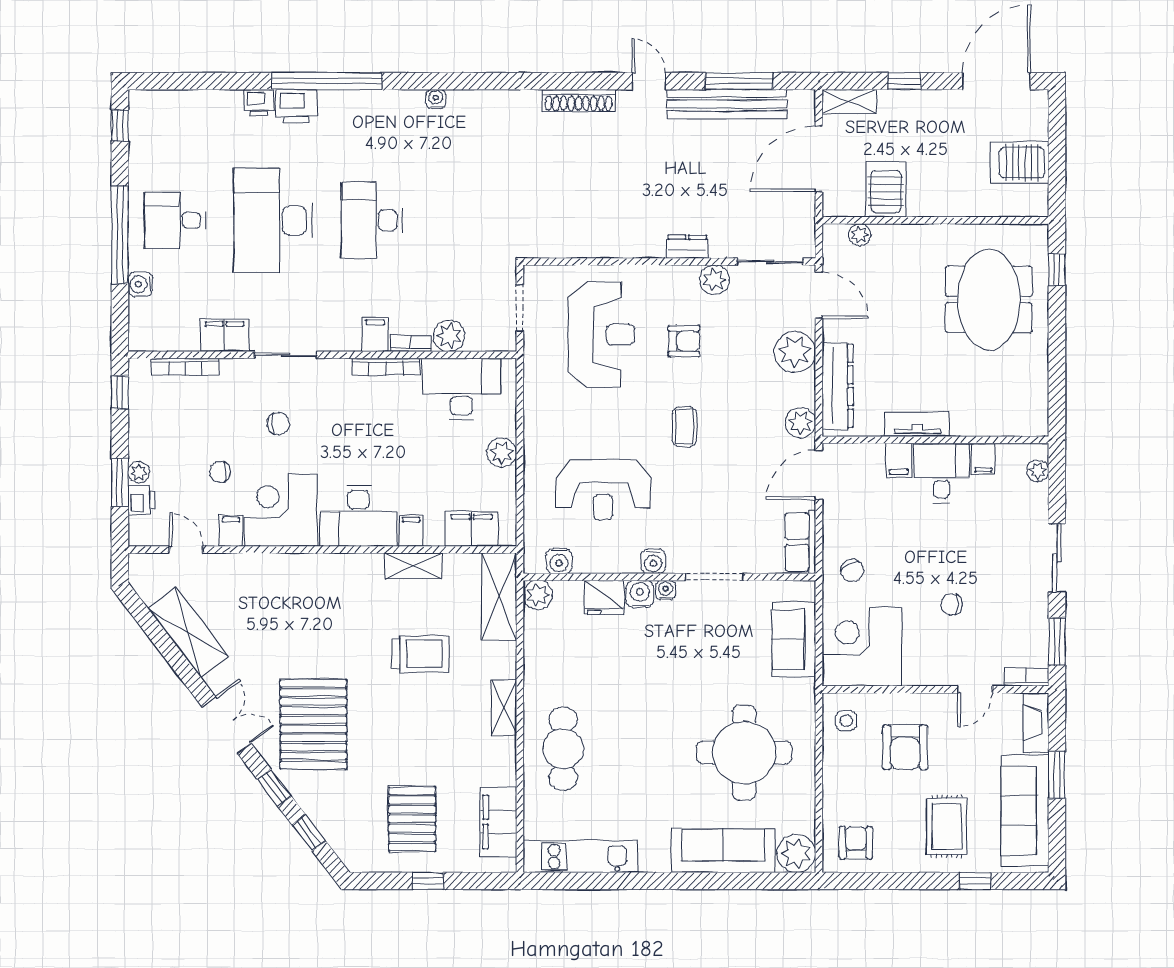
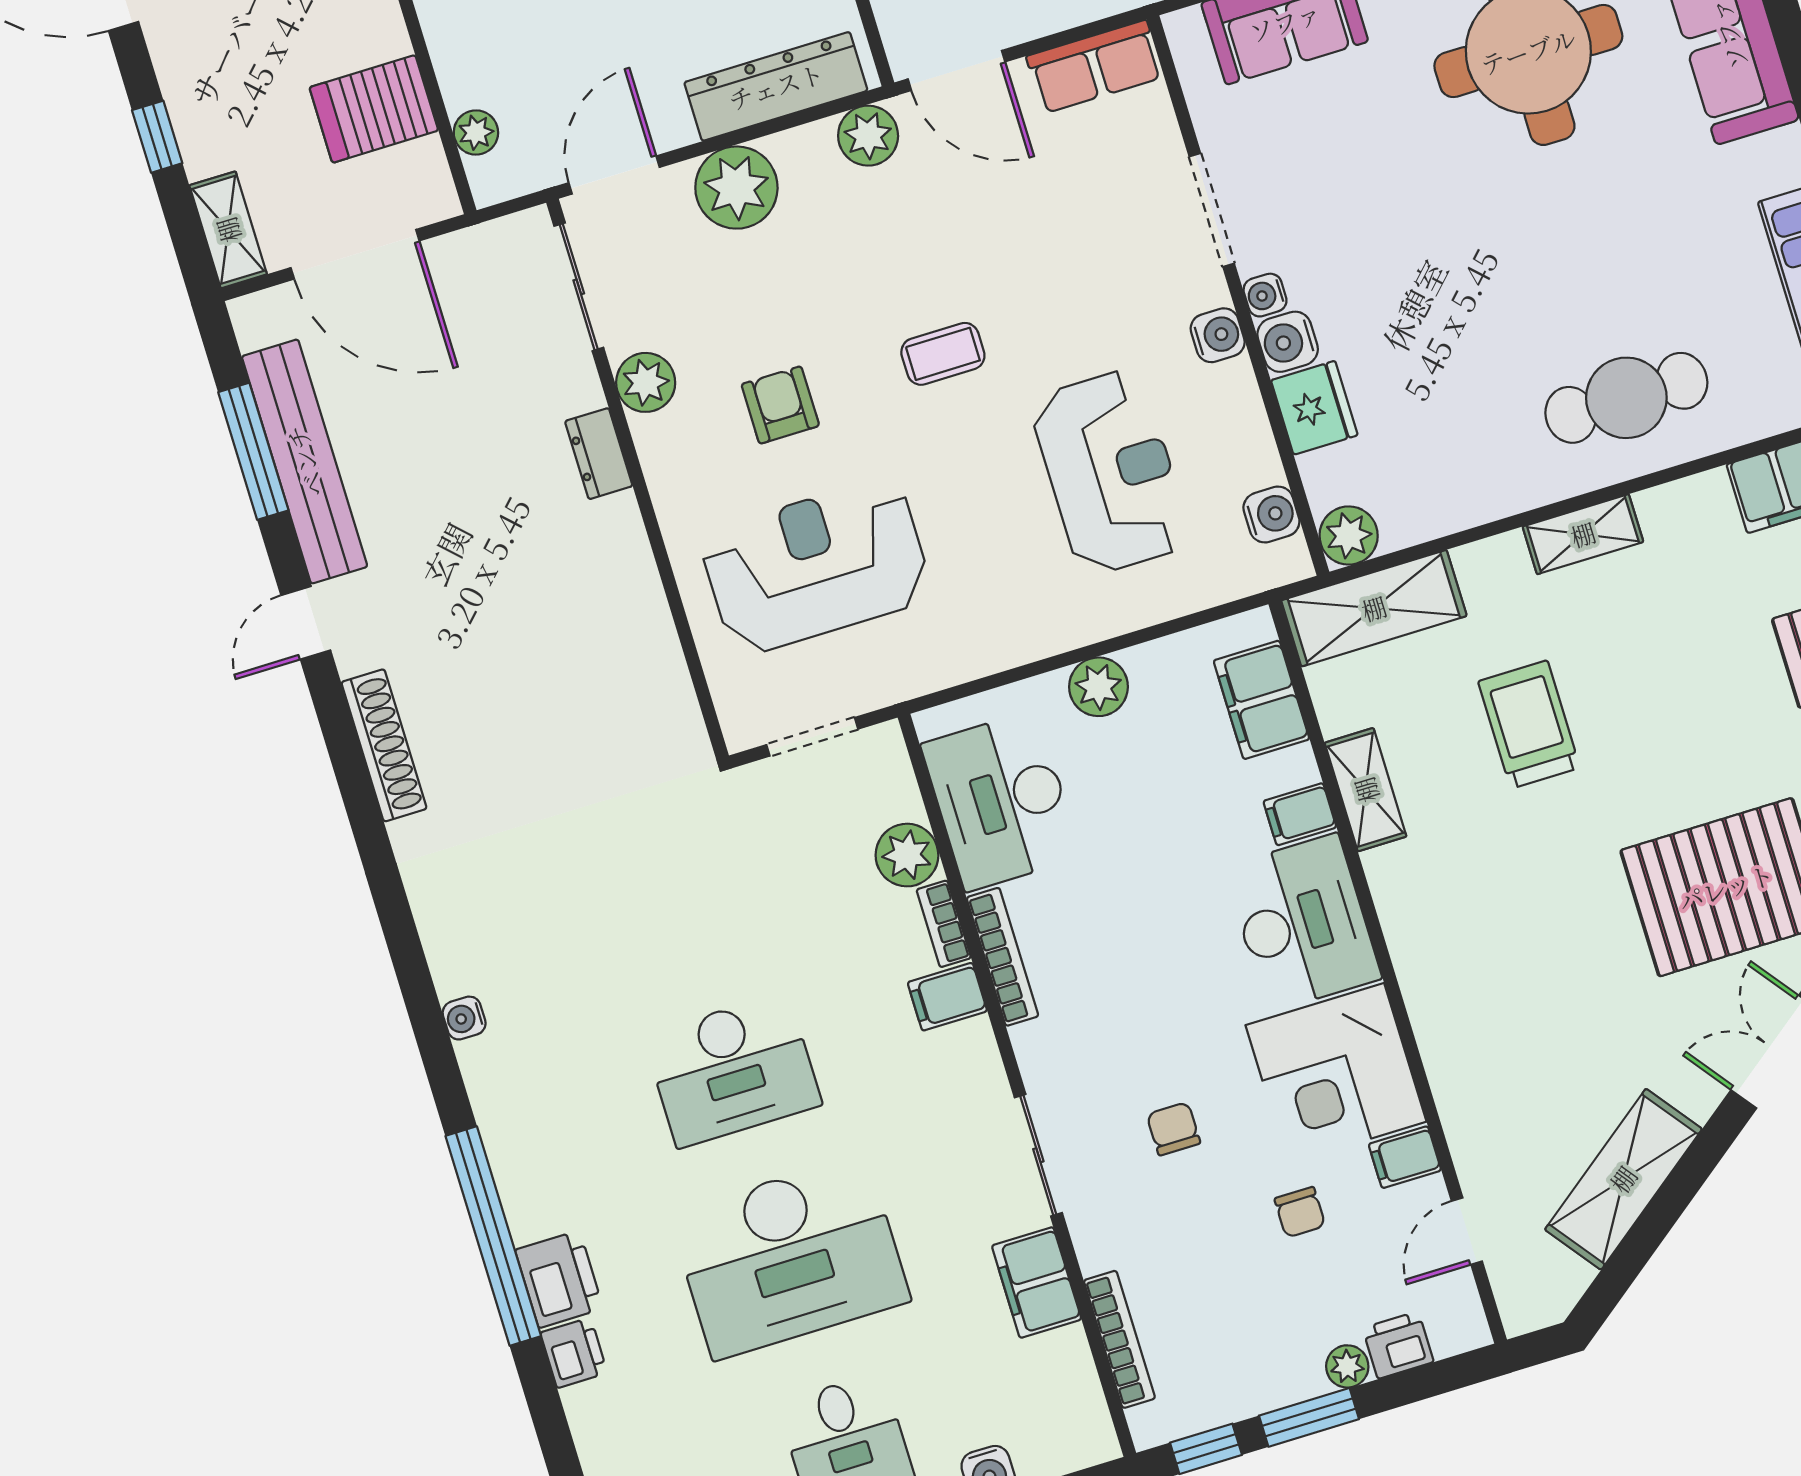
window: (120, 483) -> (1309, 1417), moved

